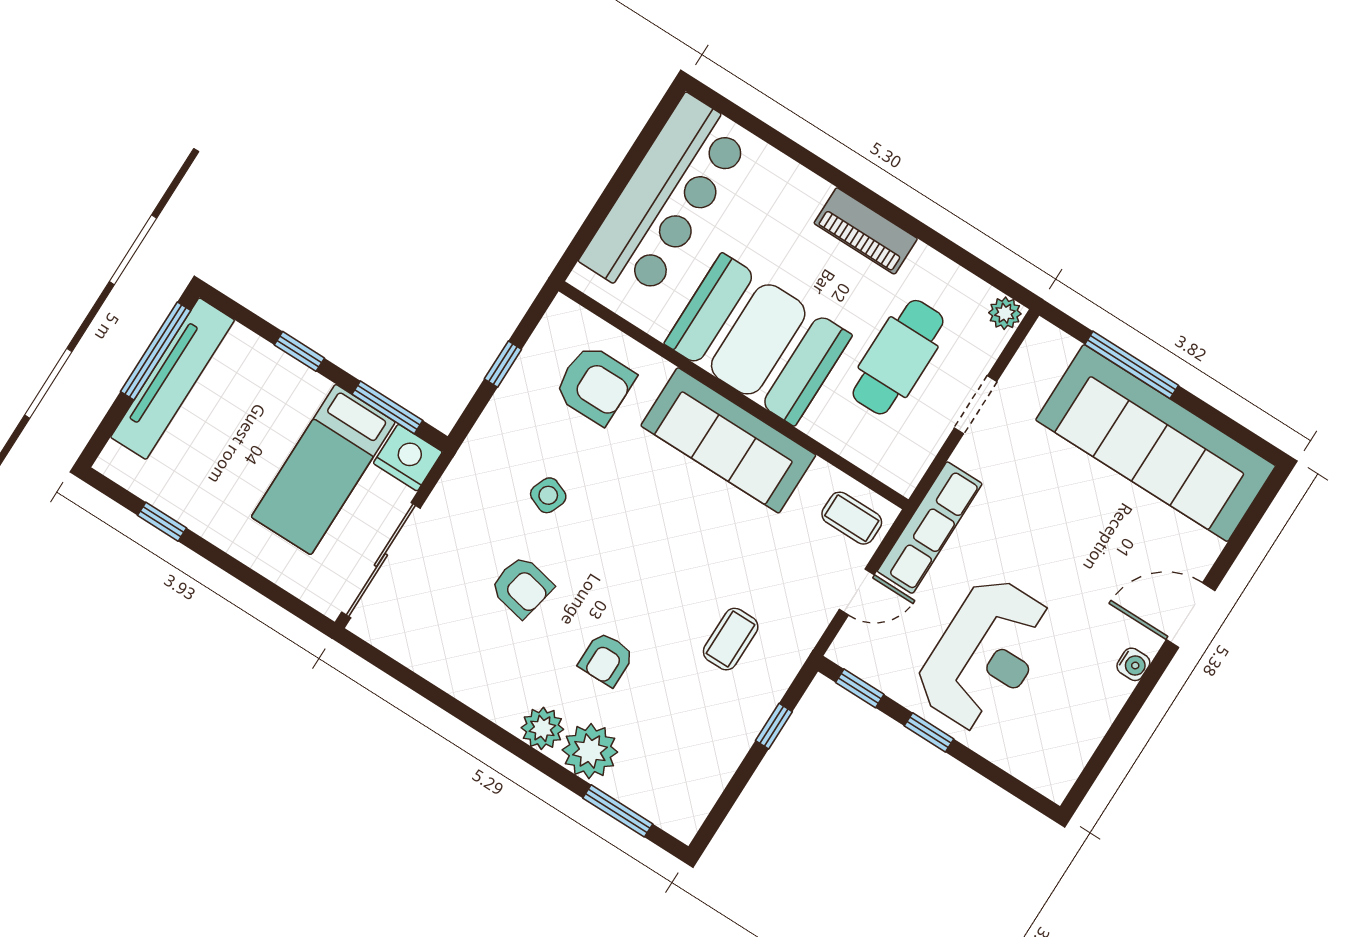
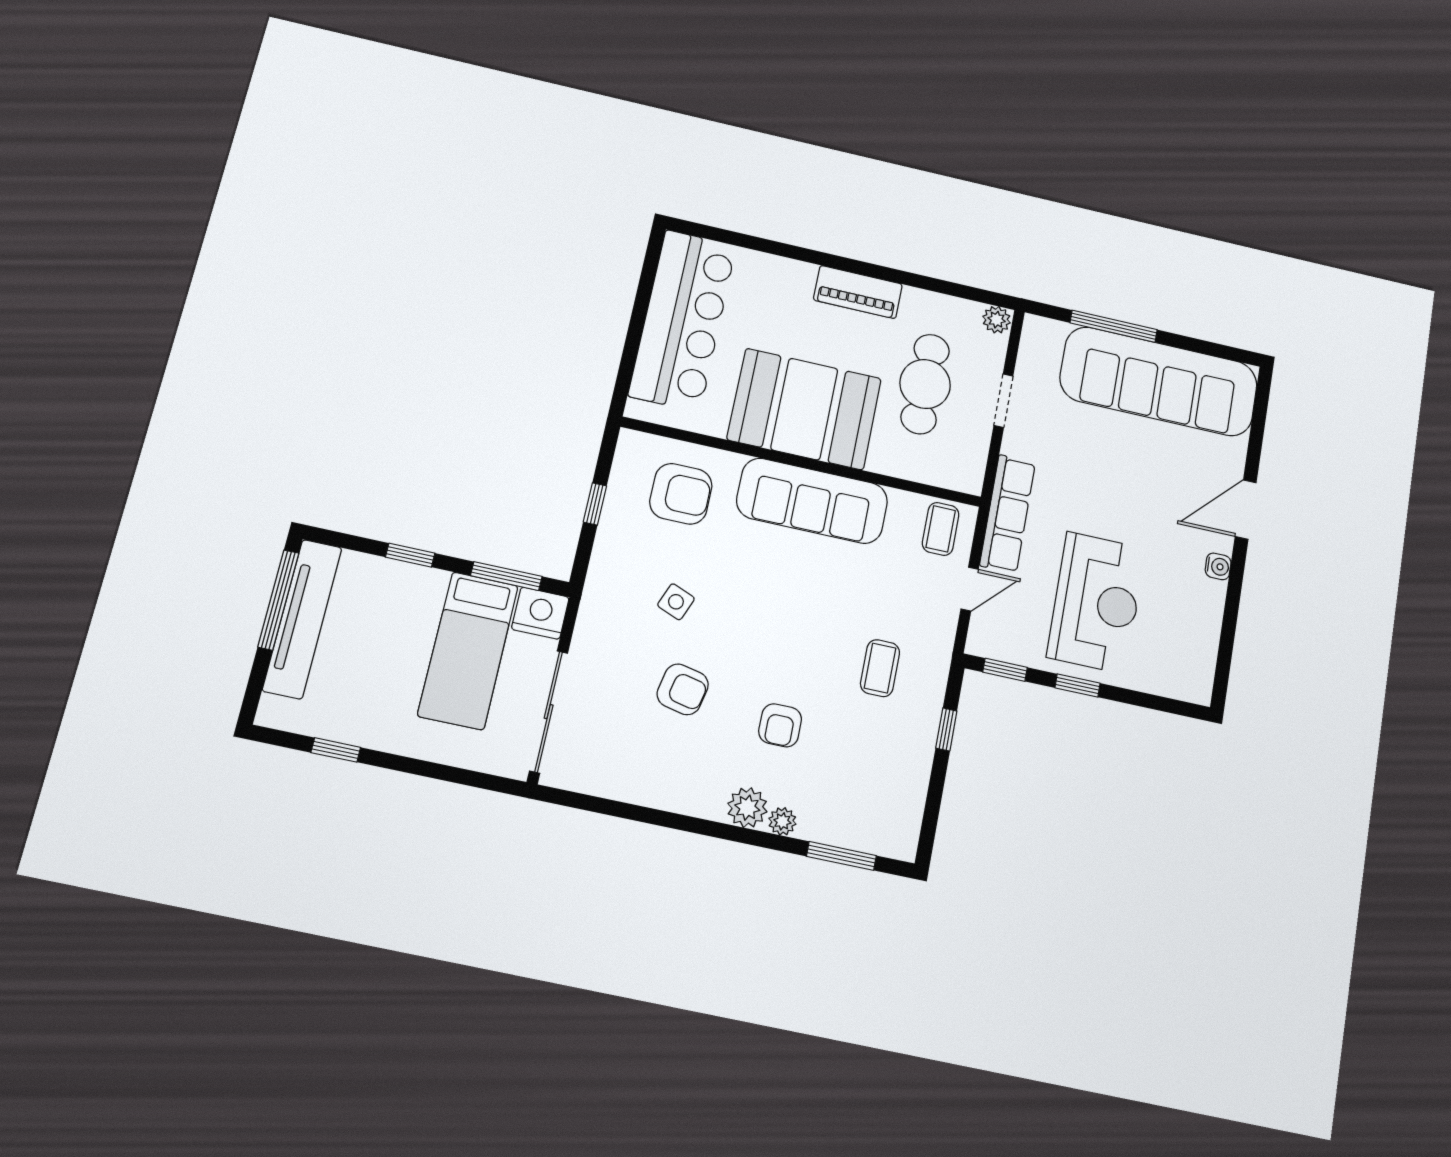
coffee table: (852, 518) -> (941, 529), turned 90
plant: (590, 751) -> (782, 821), width x0.53, depth x0.53

